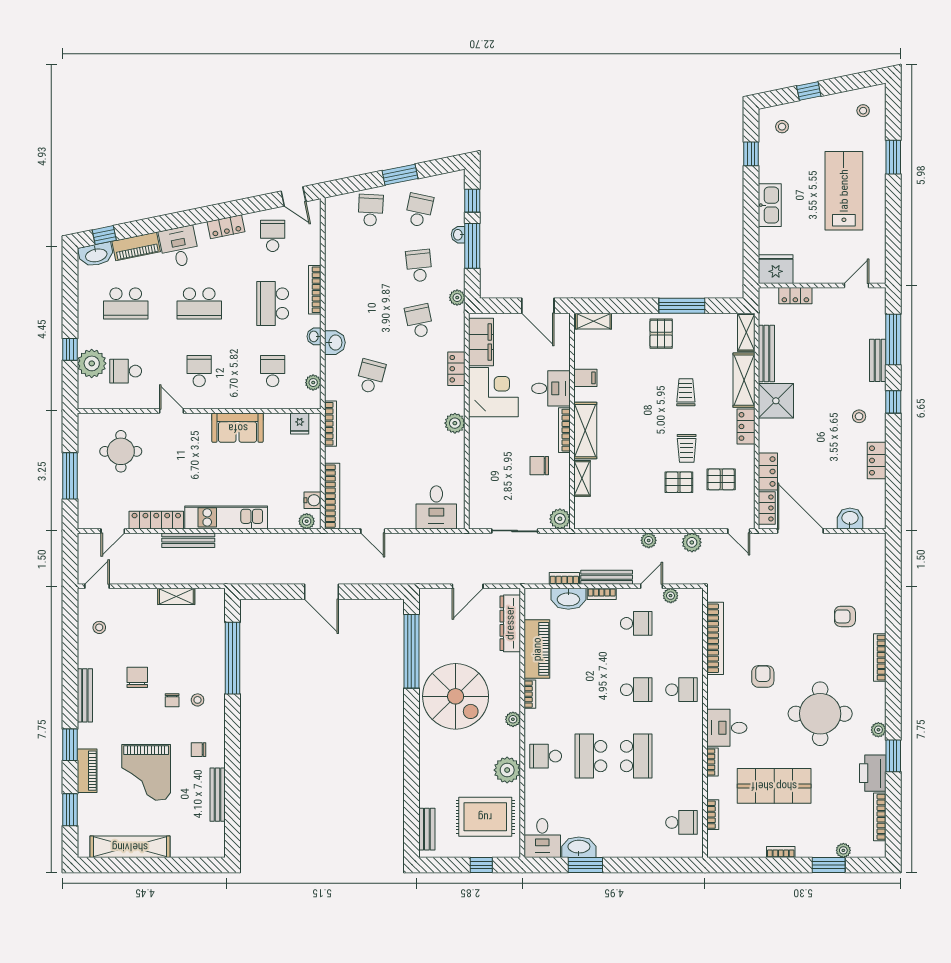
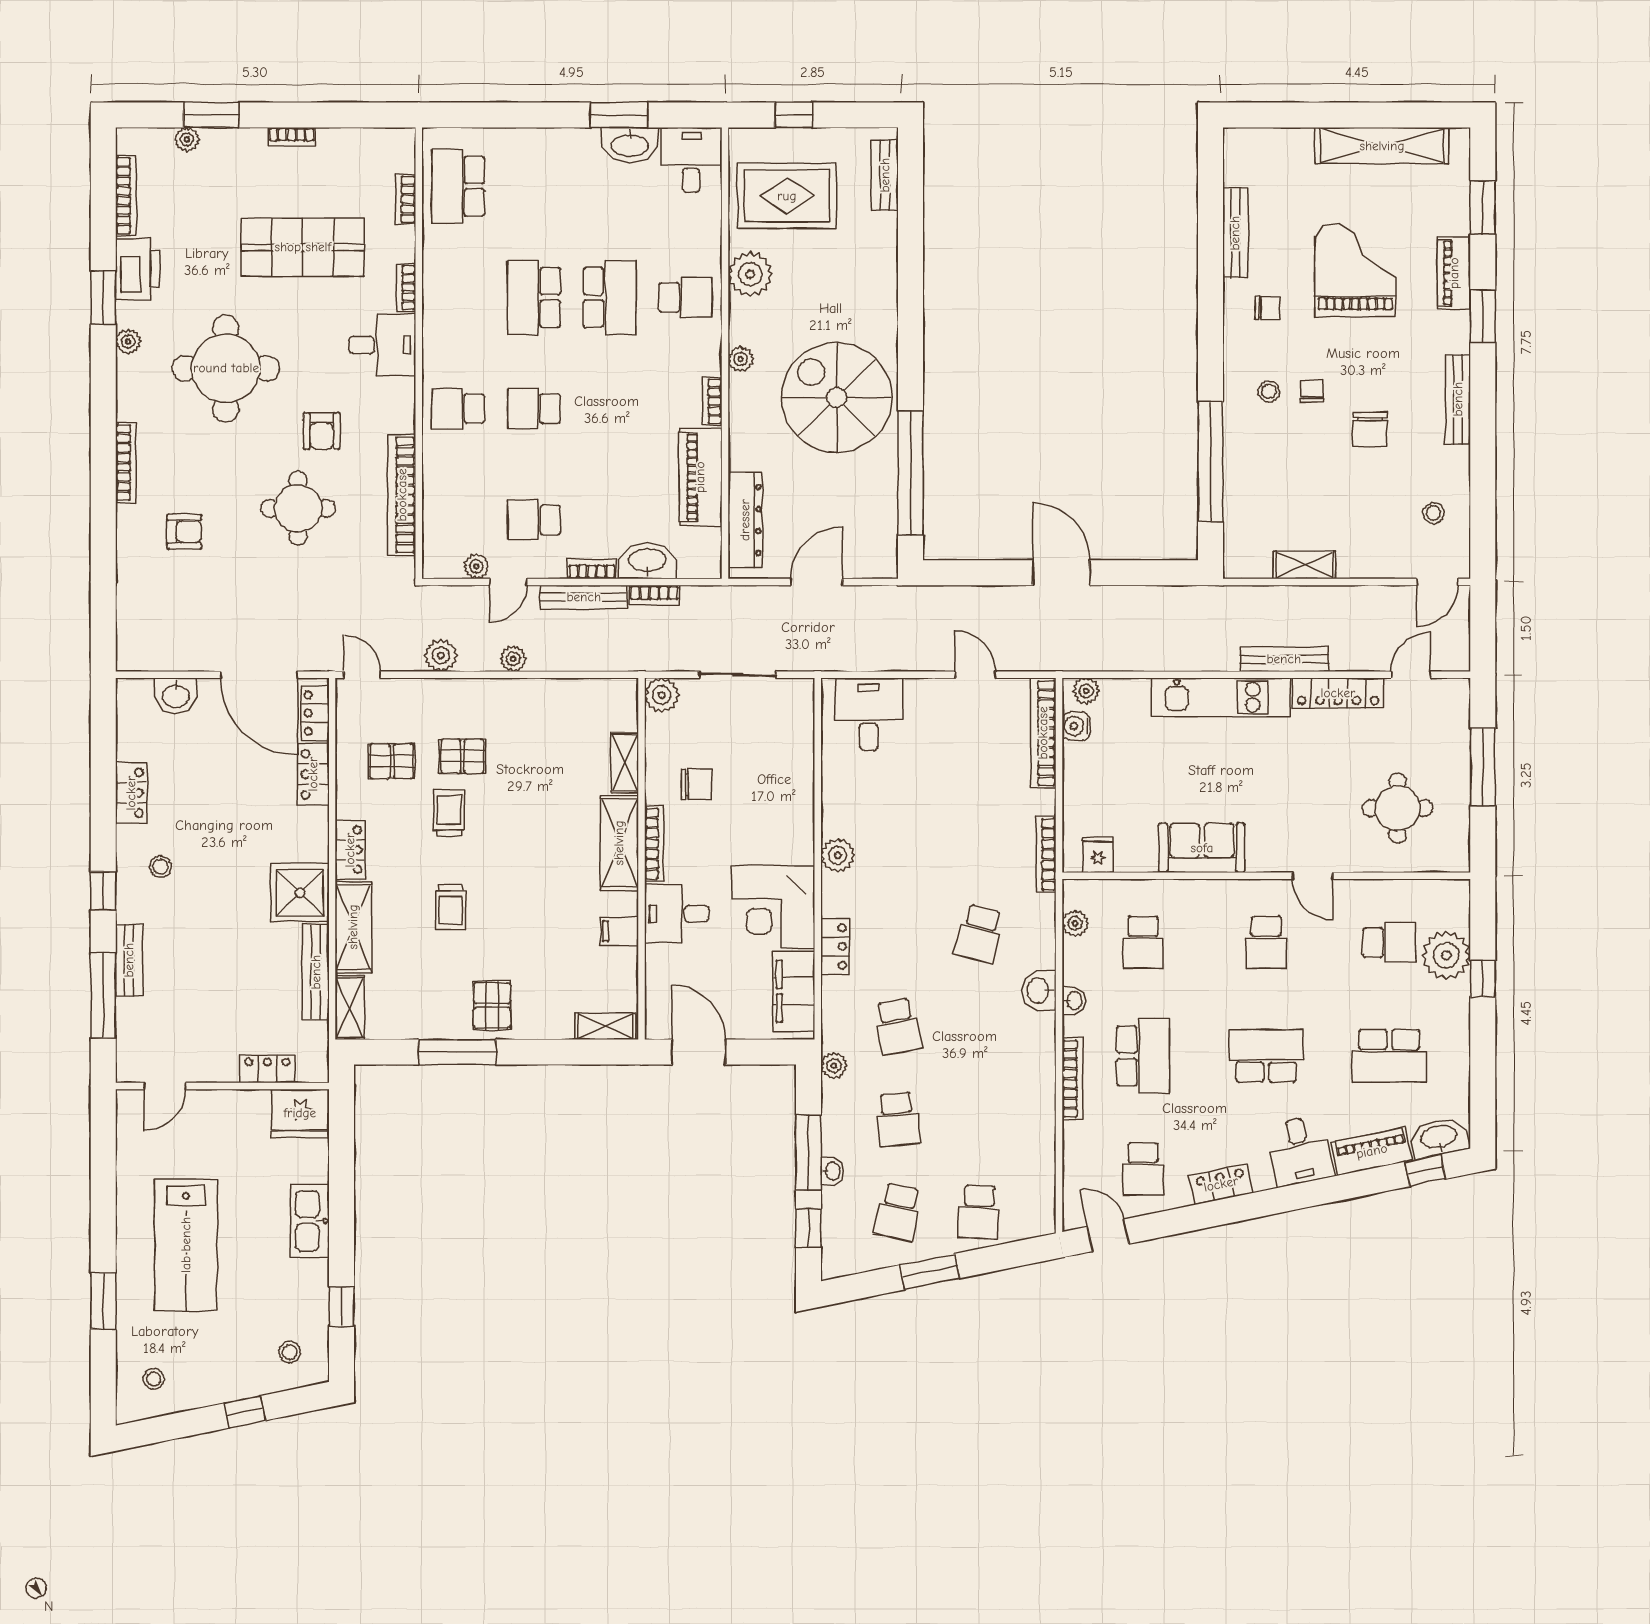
school desk: (126, 303) -> (1389, 1056), turned 180
round table: (777, 630) -> (298, 508), added
school desk: (681, 822) -> (458, 186), width x1.85

